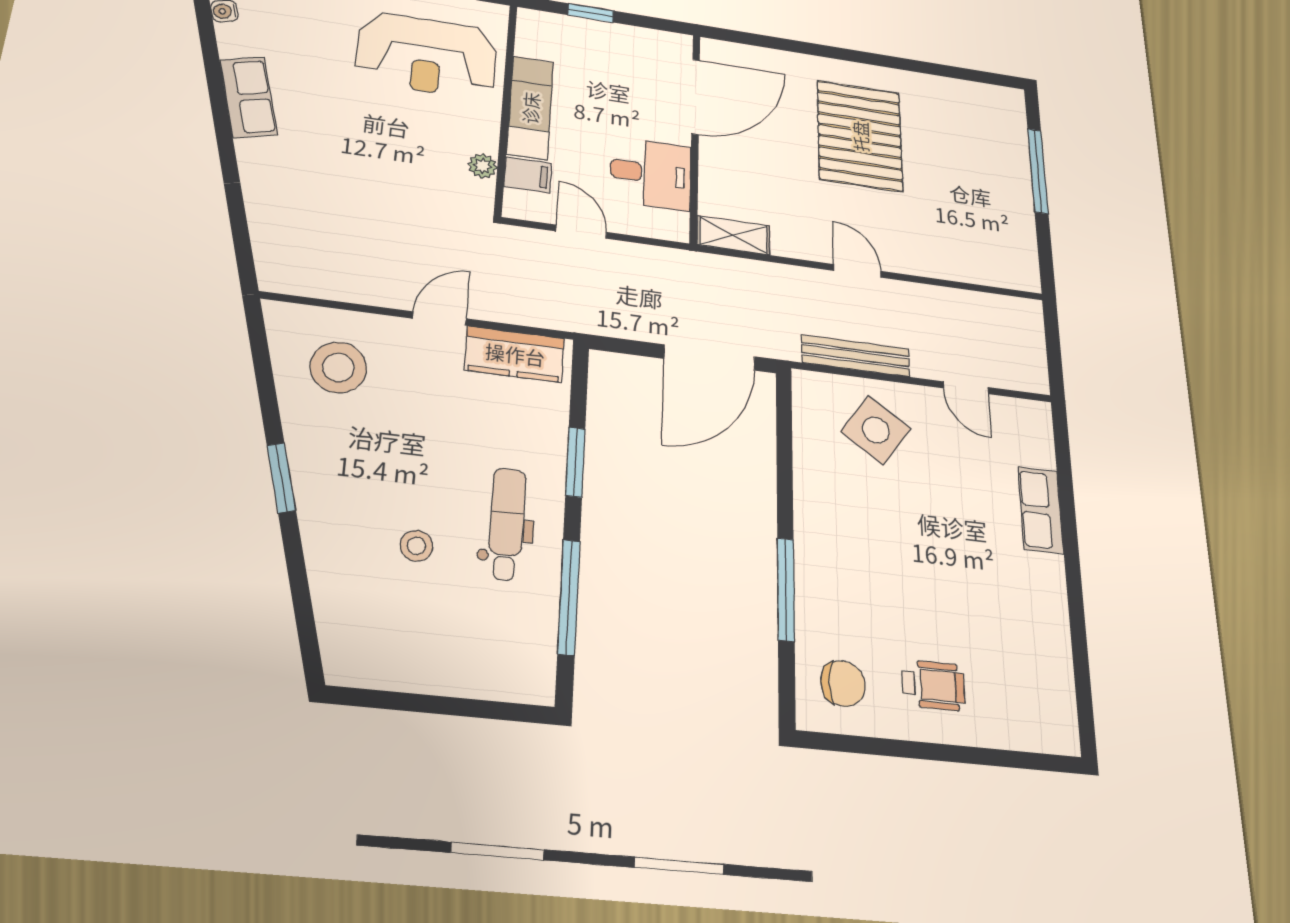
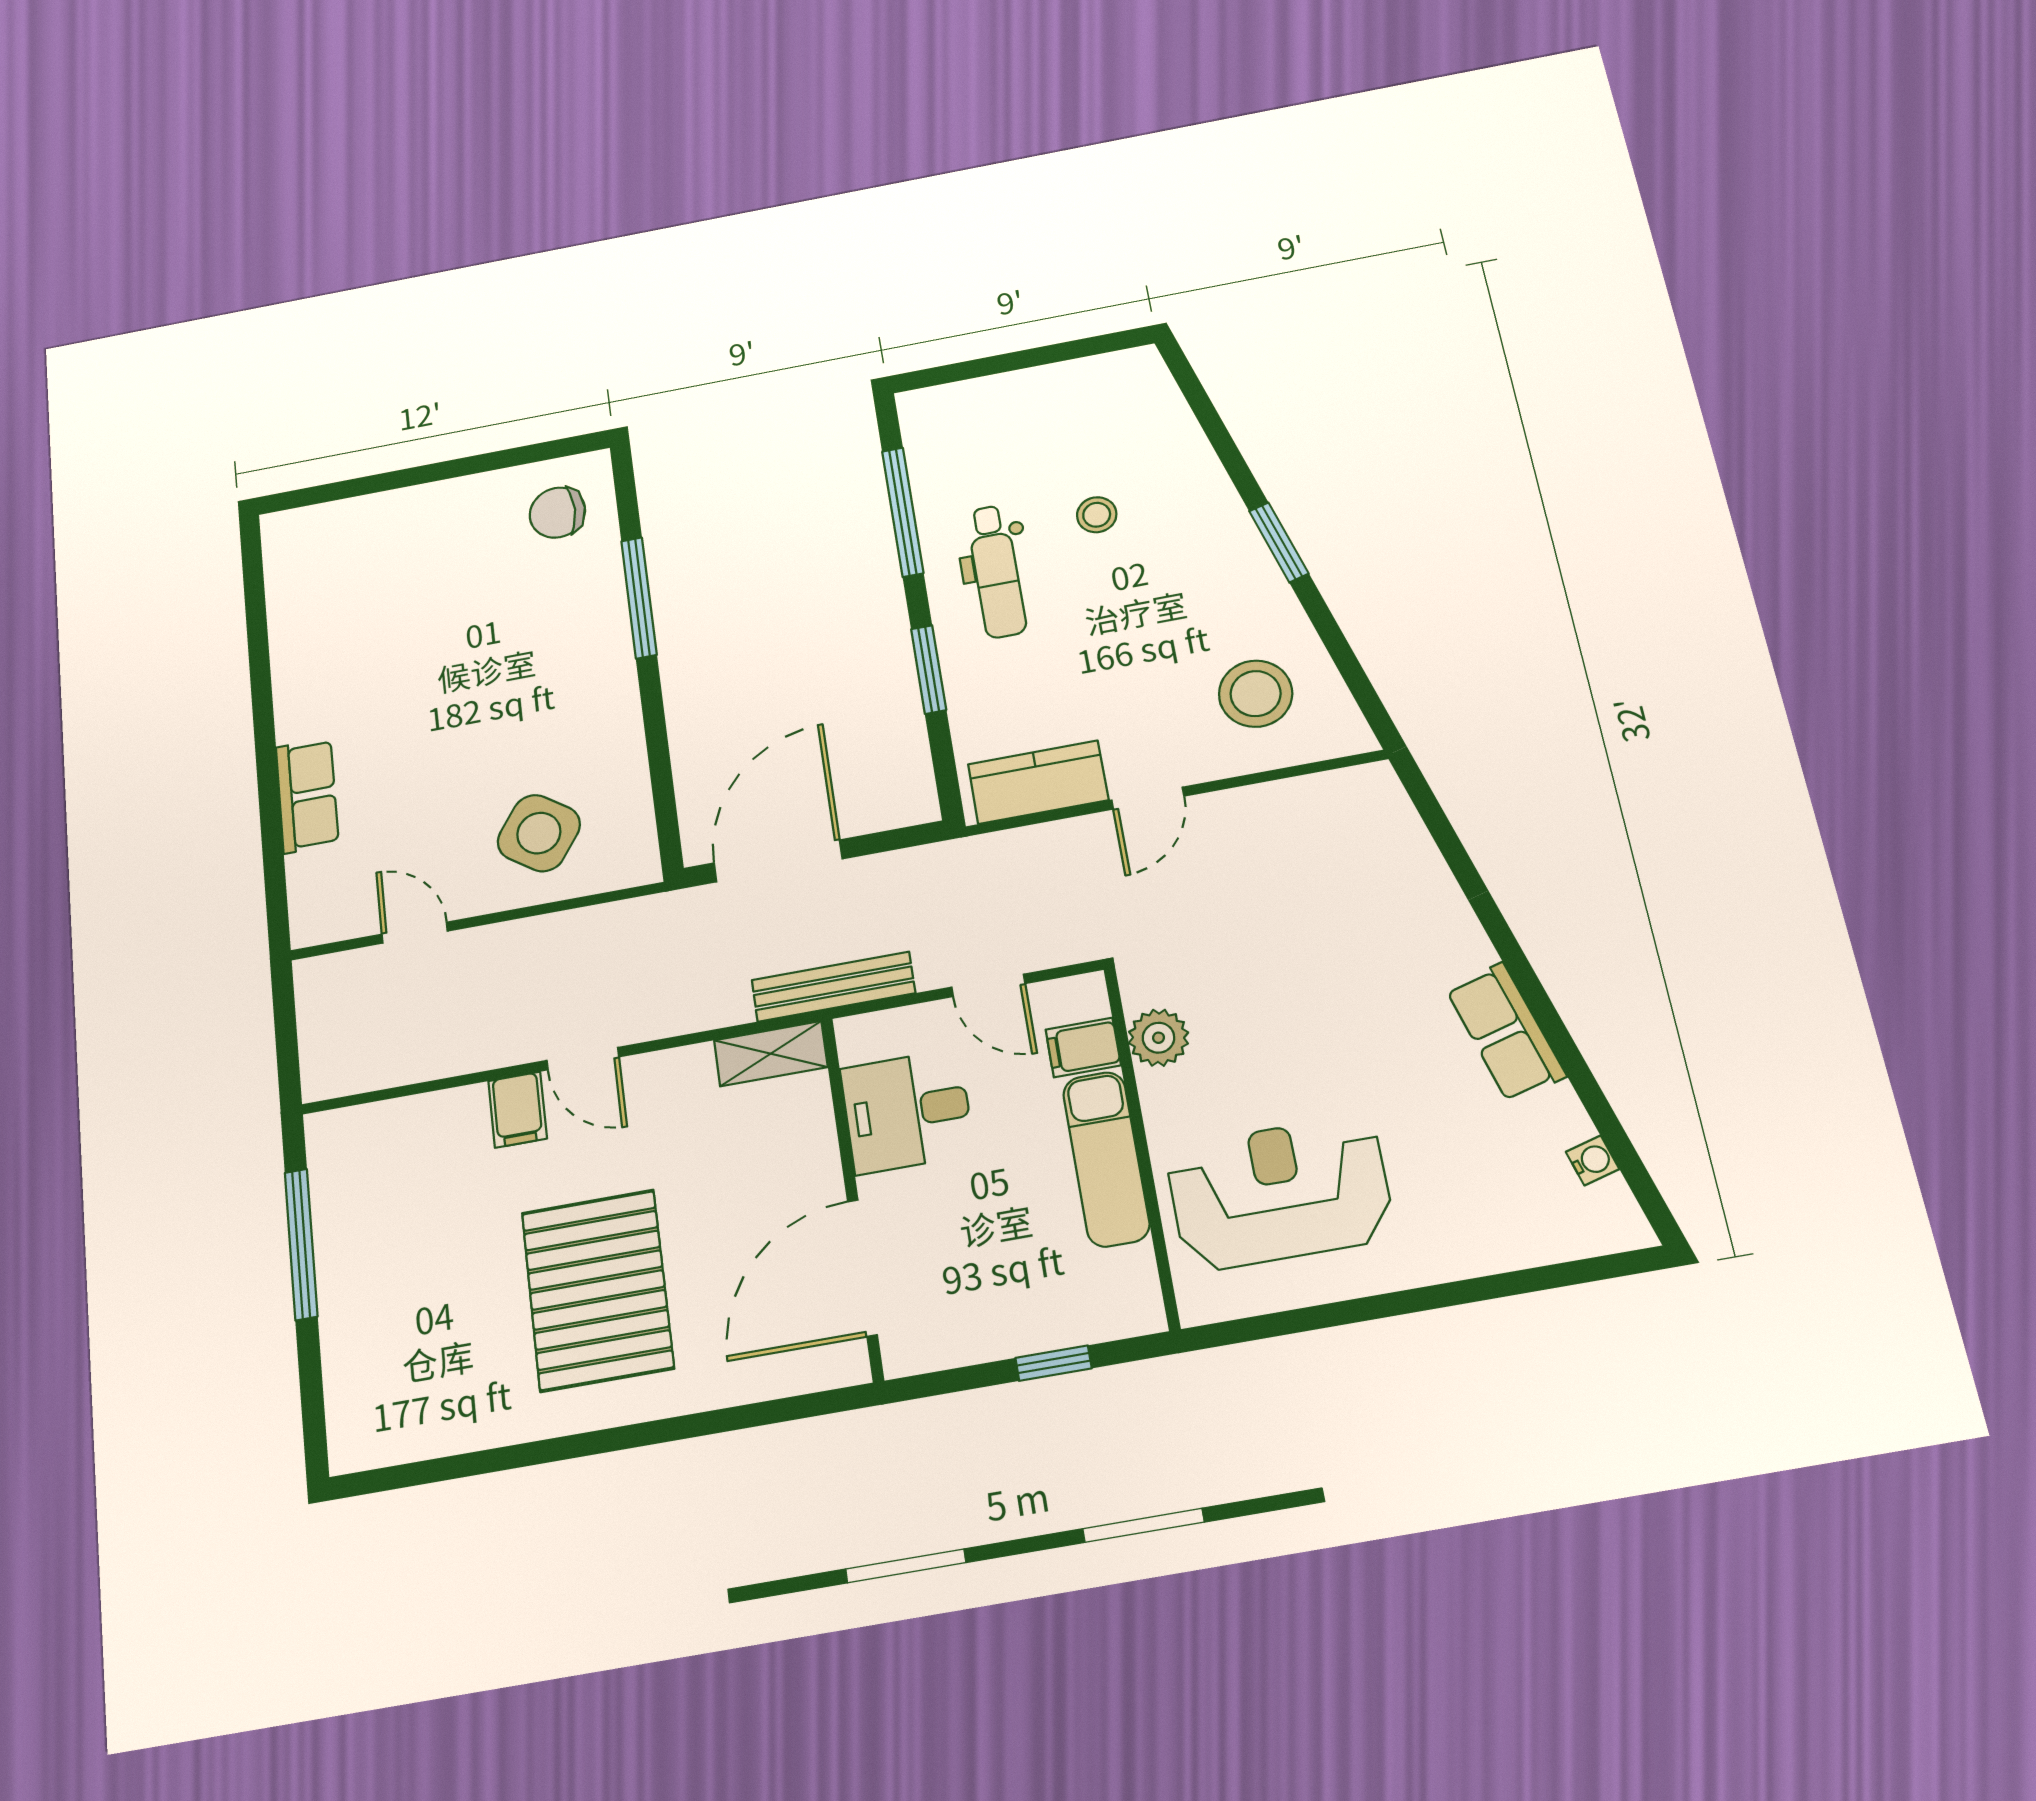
plant: (482, 166) -> (1158, 1038), width x1.38, depth x1.38
window: (1038, 171) -> (301, 1244), moved
filing cabinet: (902, 253) -> (518, 1110), added
bench: (856, 356) -> (833, 987), moved
wheelchair: (933, 685) -> (445, 542), removed

